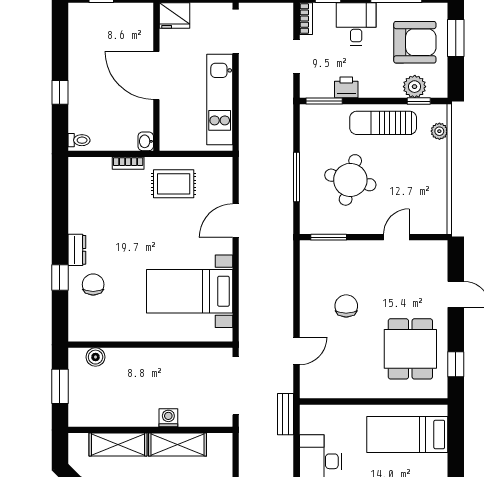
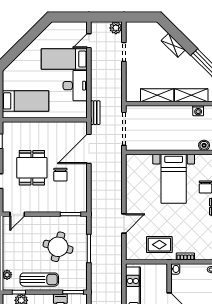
door: (396, 237) -> (17, 214), moved
bed with nightstands: (190, 291) -> (174, 179), moved, turned 90
dining table: (410, 349) -> (32, 168), moved
door: (296, 351) -> (89, 149), width x1.87
washing machine: (168, 418) -> (198, 111), moved

